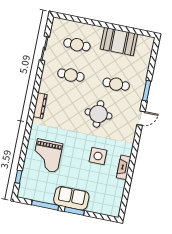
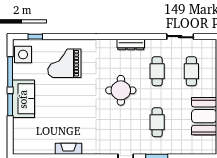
dresser: (40, 106) -> (131, 44), moved
round table: (98, 114) -> (121, 90), moved
side table: (98, 156) -> (23, 54), moved

